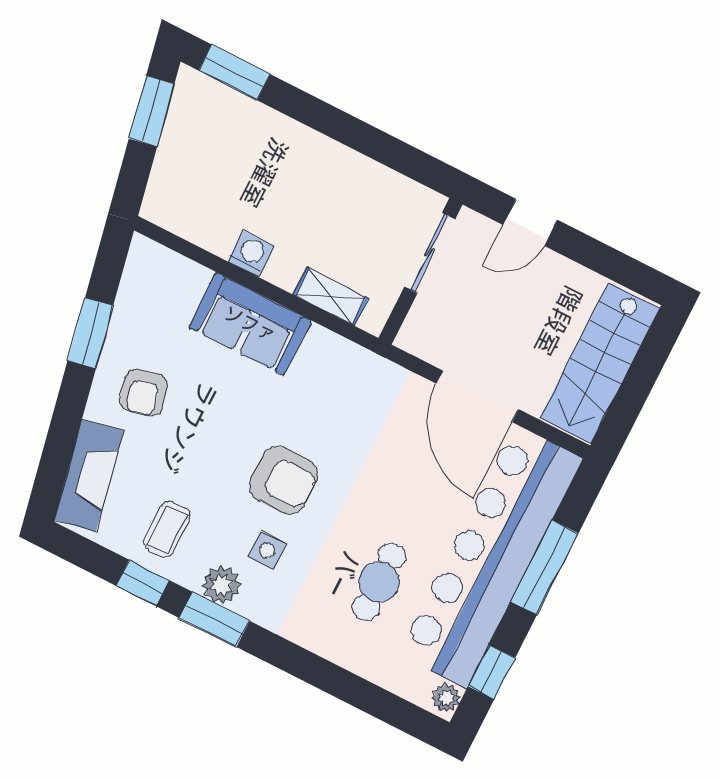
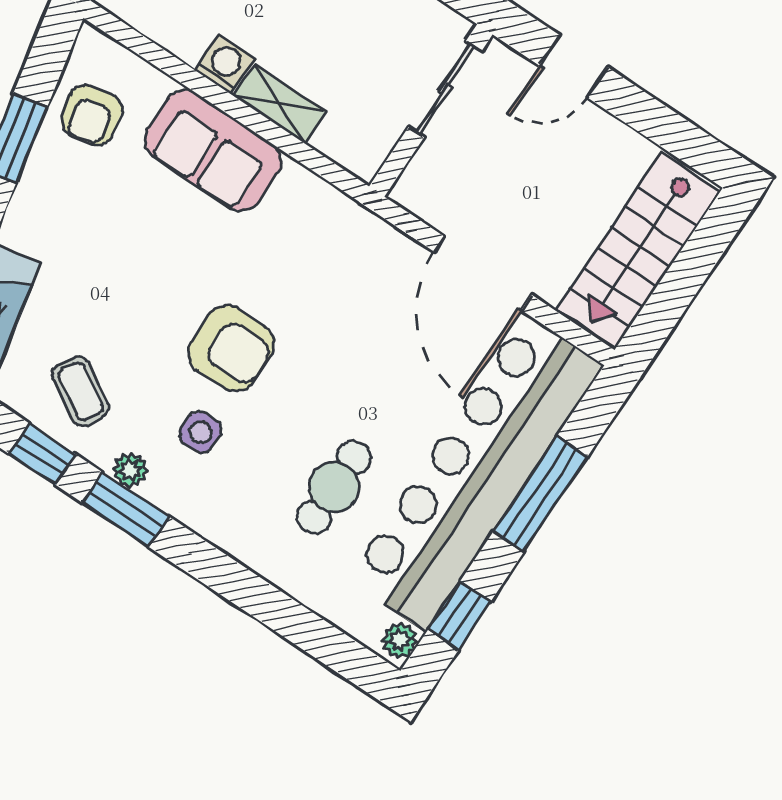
shelving: (331, 296) -> (280, 104), moved
armchair: (144, 392) -> (92, 115), moved
coffee table: (167, 529) -> (81, 391), turned -59
plant: (222, 585) -> (130, 470), width x0.73, depth x0.73

